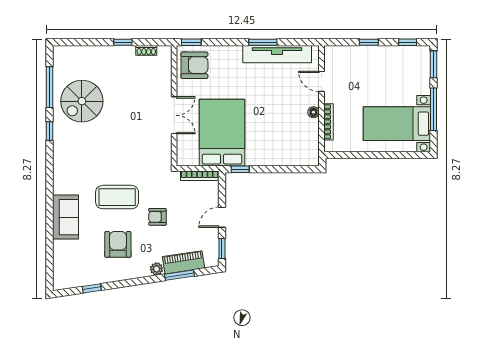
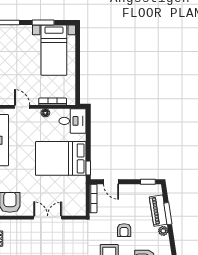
door: (321, 81) -> (22, 107), swing flipped
window: (433, 109) -> (43, 22), width x0.69
bed: (222, 133) -> (61, 158), moved
desk: (303, 148) -> (73, 121), added
door: (222, 217) -> (111, 182), moved

